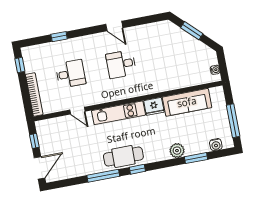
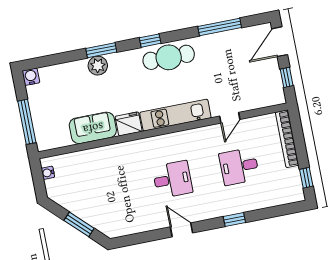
window: (59, 37) -> (234, 220), moved
sofa: (187, 102) -> (93, 128), width x0.73
door: (77, 111) -> (230, 118), swing flipped
window: (233, 121) -> (27, 122), moved
water cooler: (216, 145) -> (31, 77), moved
window: (196, 158) -> (101, 50), moved
window: (103, 176) -> (220, 27), moved

